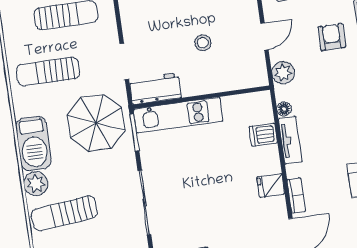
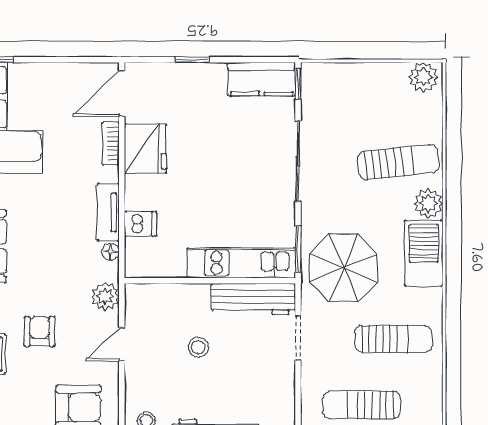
armchair: (332, 37) -> (39, 332), turned 180
workbench: (155, 89) -> (253, 299), width x1.37
fridge: (271, 185) -> (145, 149), width x1.88, depth x1.34

